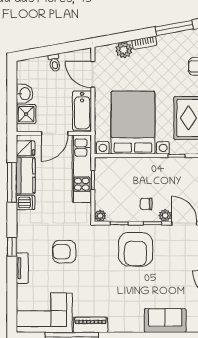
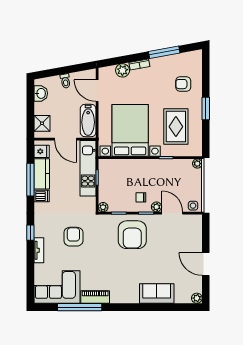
washbasin: (25, 94) -> (41, 93), moved
door: (55, 133) -> (66, 139), hinge flipped
armchair: (64, 252) -> (73, 237), turned 90

